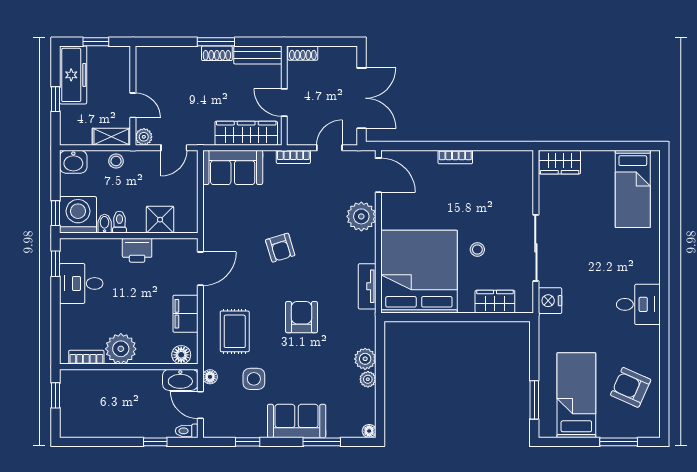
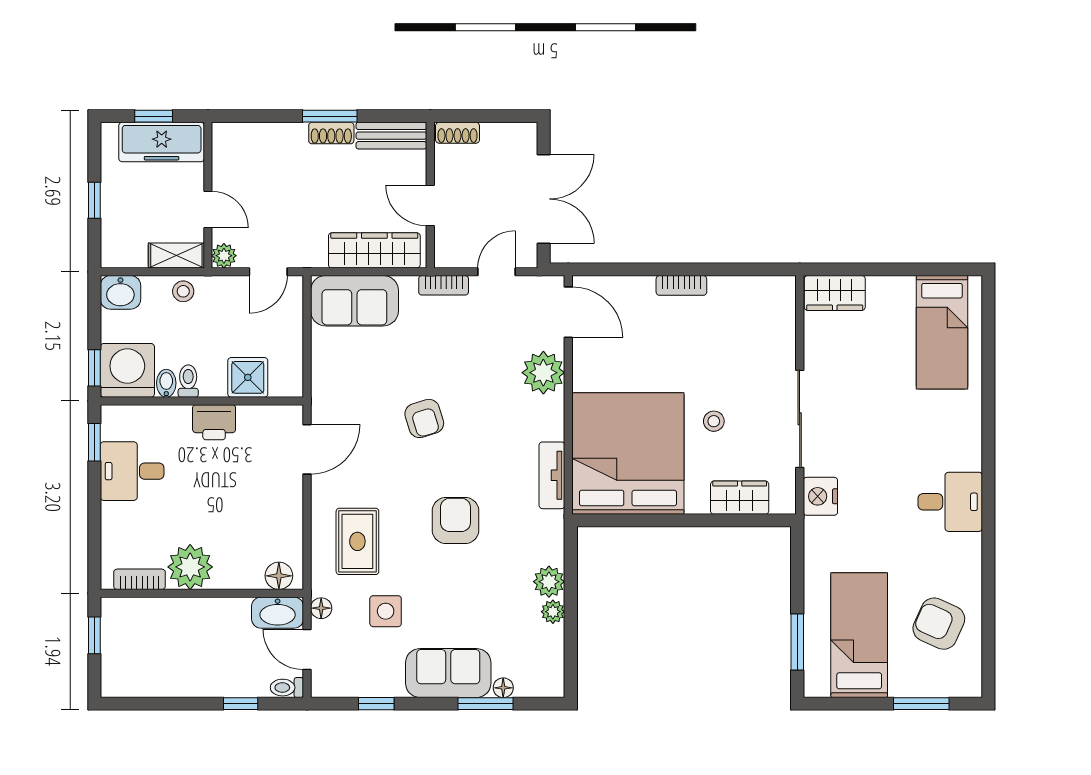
freezer: (73, 75) -> (162, 142), moved, turned 90
filing cabinet: (185, 314) -> (285, 516), removed
floor lamp: (369, 431) -> (503, 688), moved

